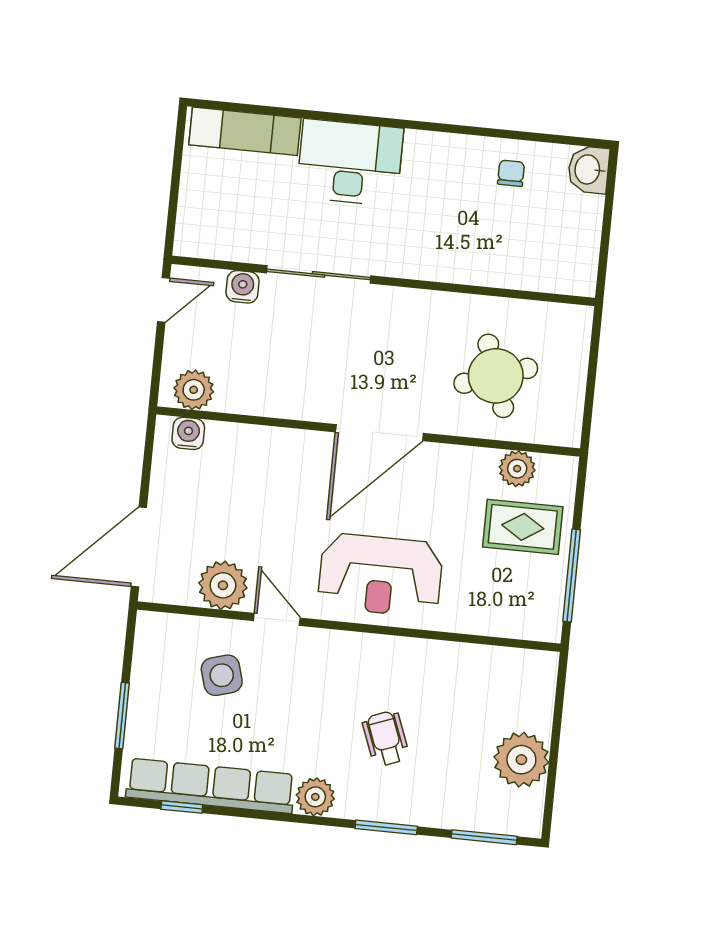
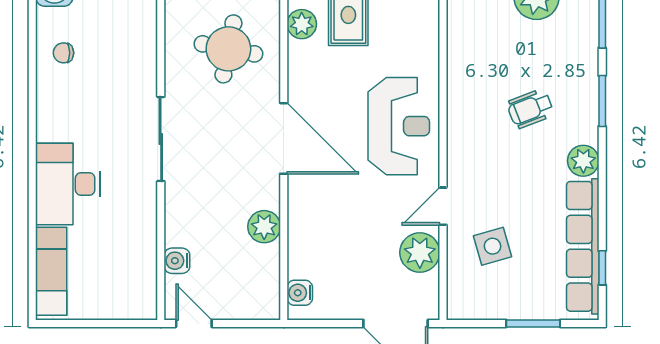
sliding door: (318, 274) -> (161, 139), moved
round table: (496, 376) -> (228, 49), turned 30
plant: (194, 390) -> (264, 227), moved

